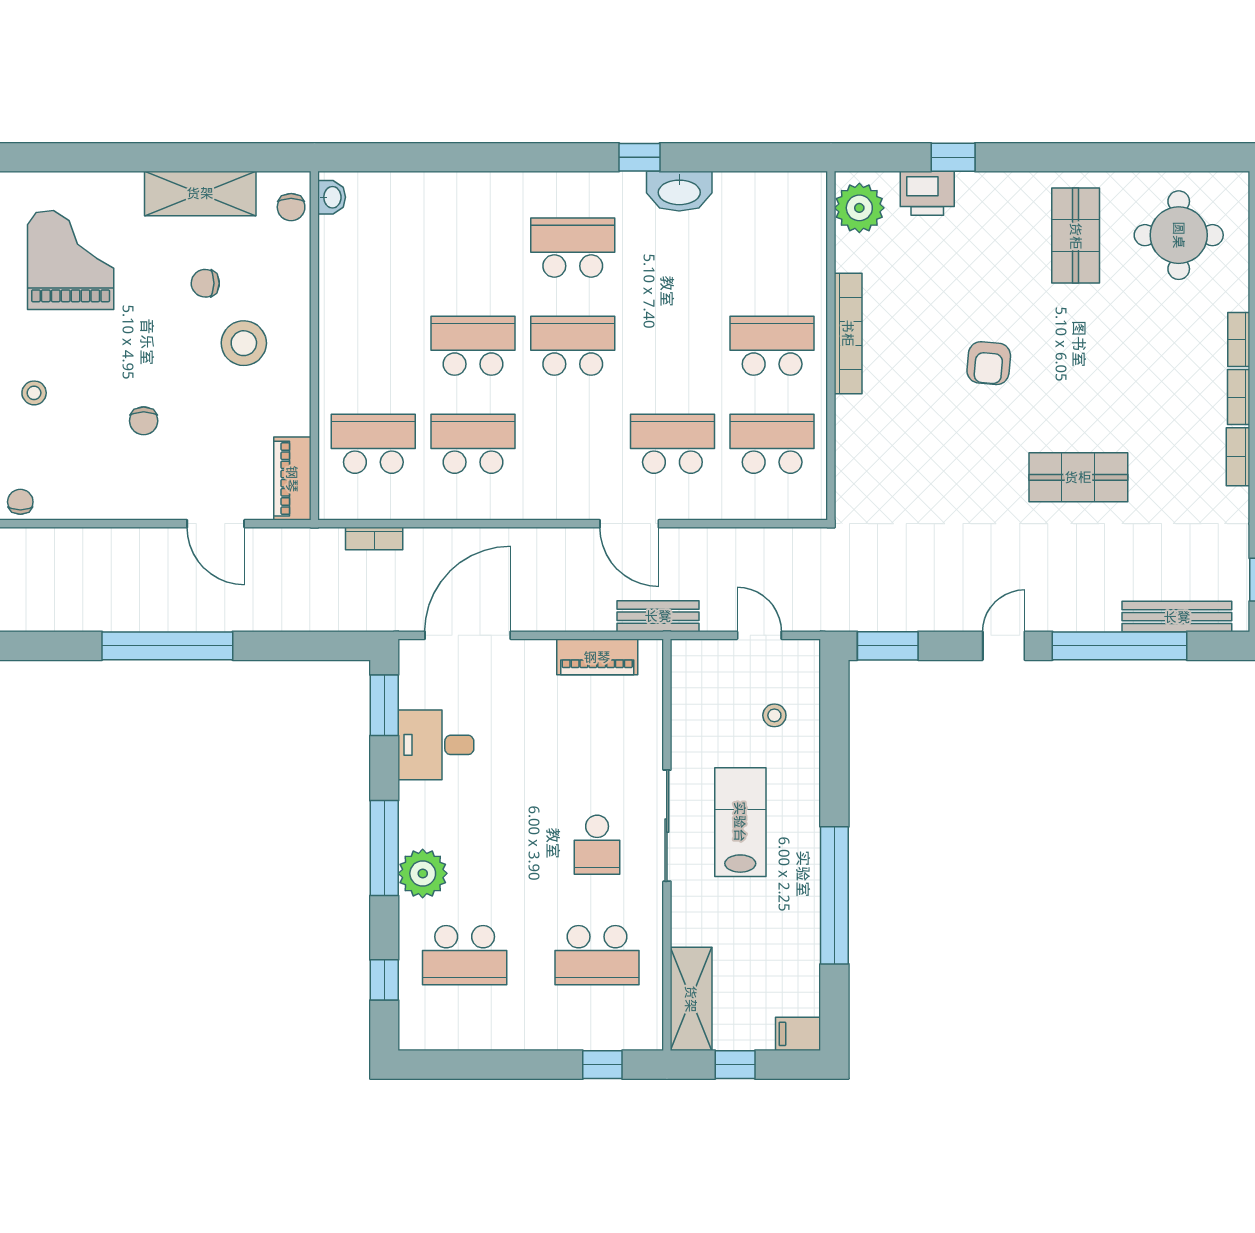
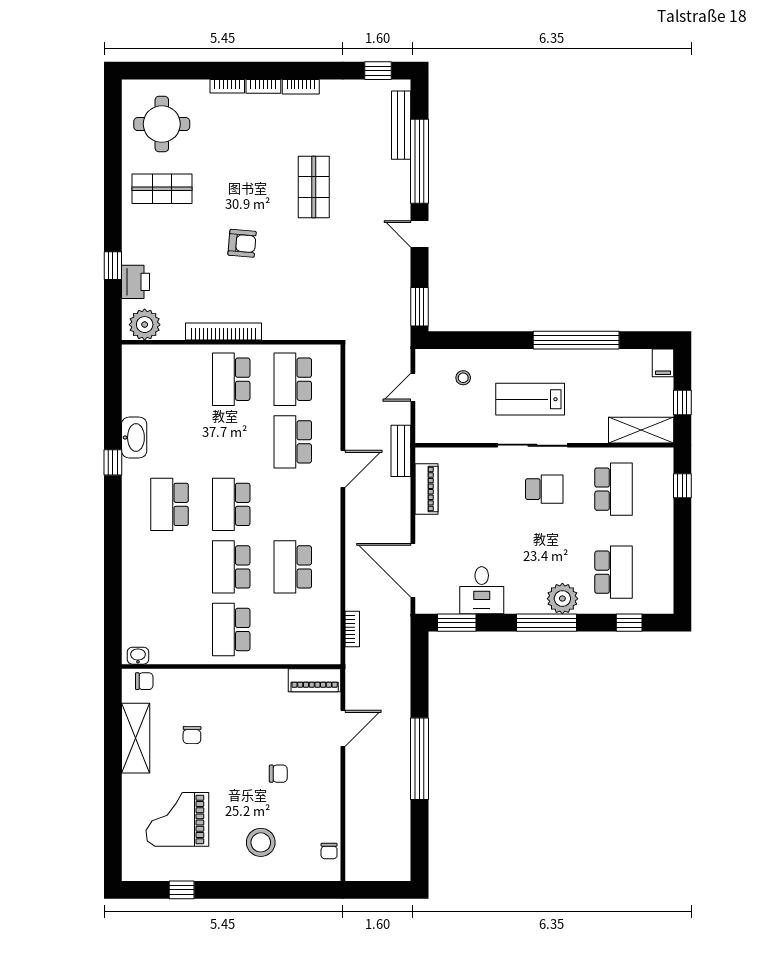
stool: (244, 343) -> (230, 711), removed
stool: (34, 393) -> (261, 842), width x1.89, depth x1.89
school desk: (373, 444) -> (231, 629), moved
chair: (20, 502) -> (329, 851), turned -90

